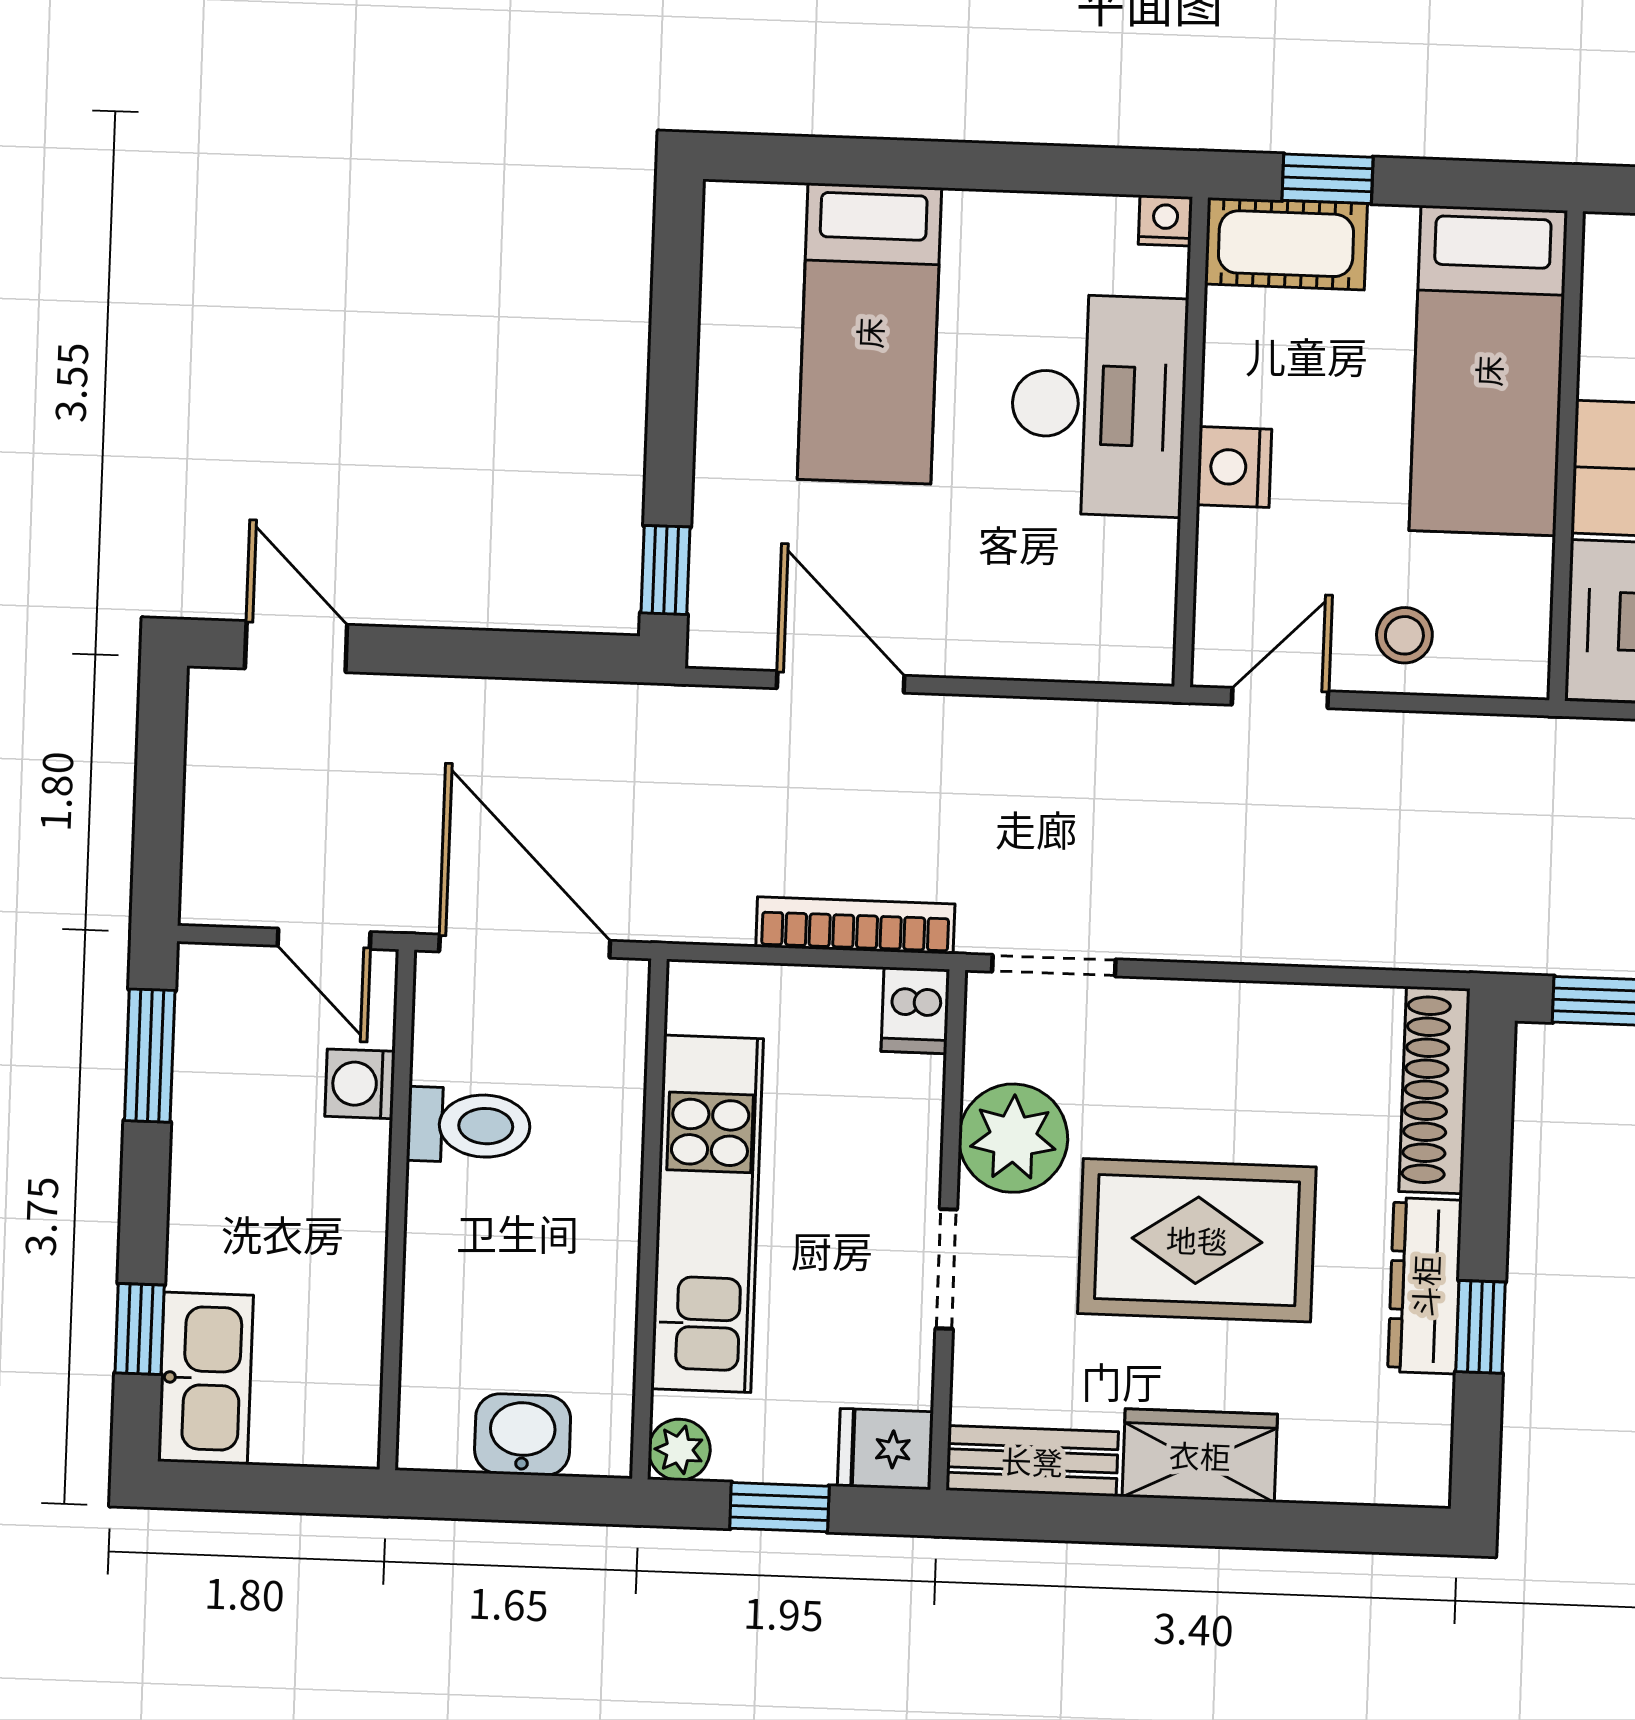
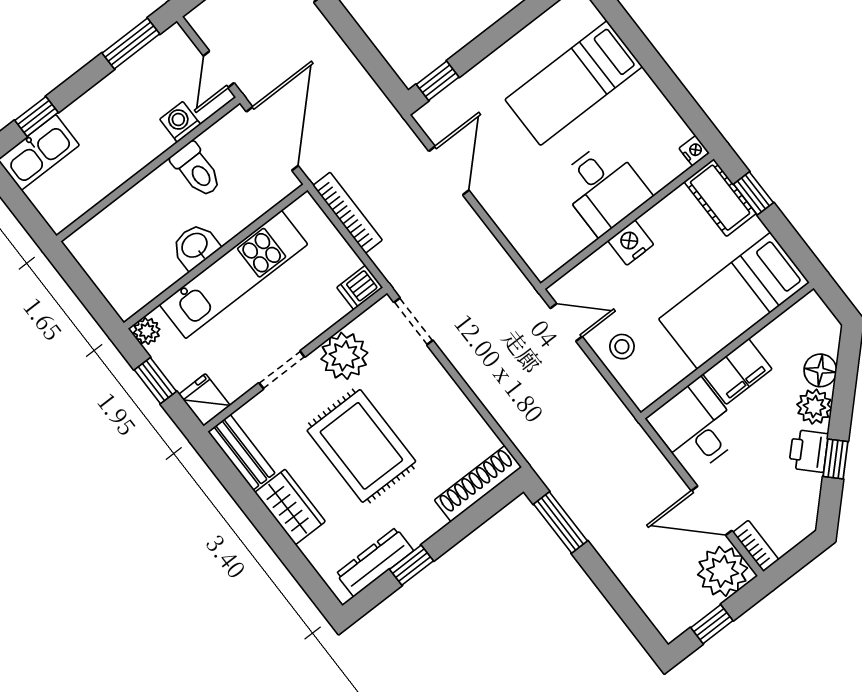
desk: (1099, 405) -> (603, 188), width x0.73
bookcase: (855, 925) -> (348, 213), moved
dresser: (1425, 1286) -> (375, 562), moved
washbasin: (523, 1435) -> (195, 246), moved, turned -90

